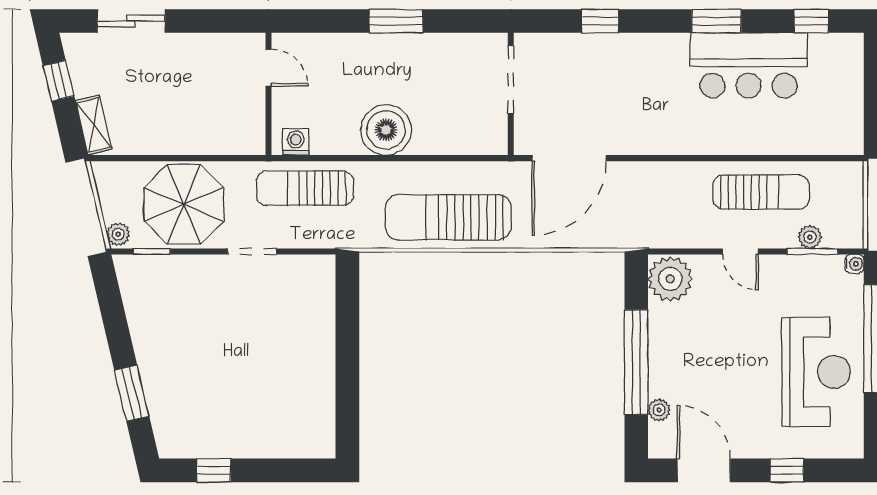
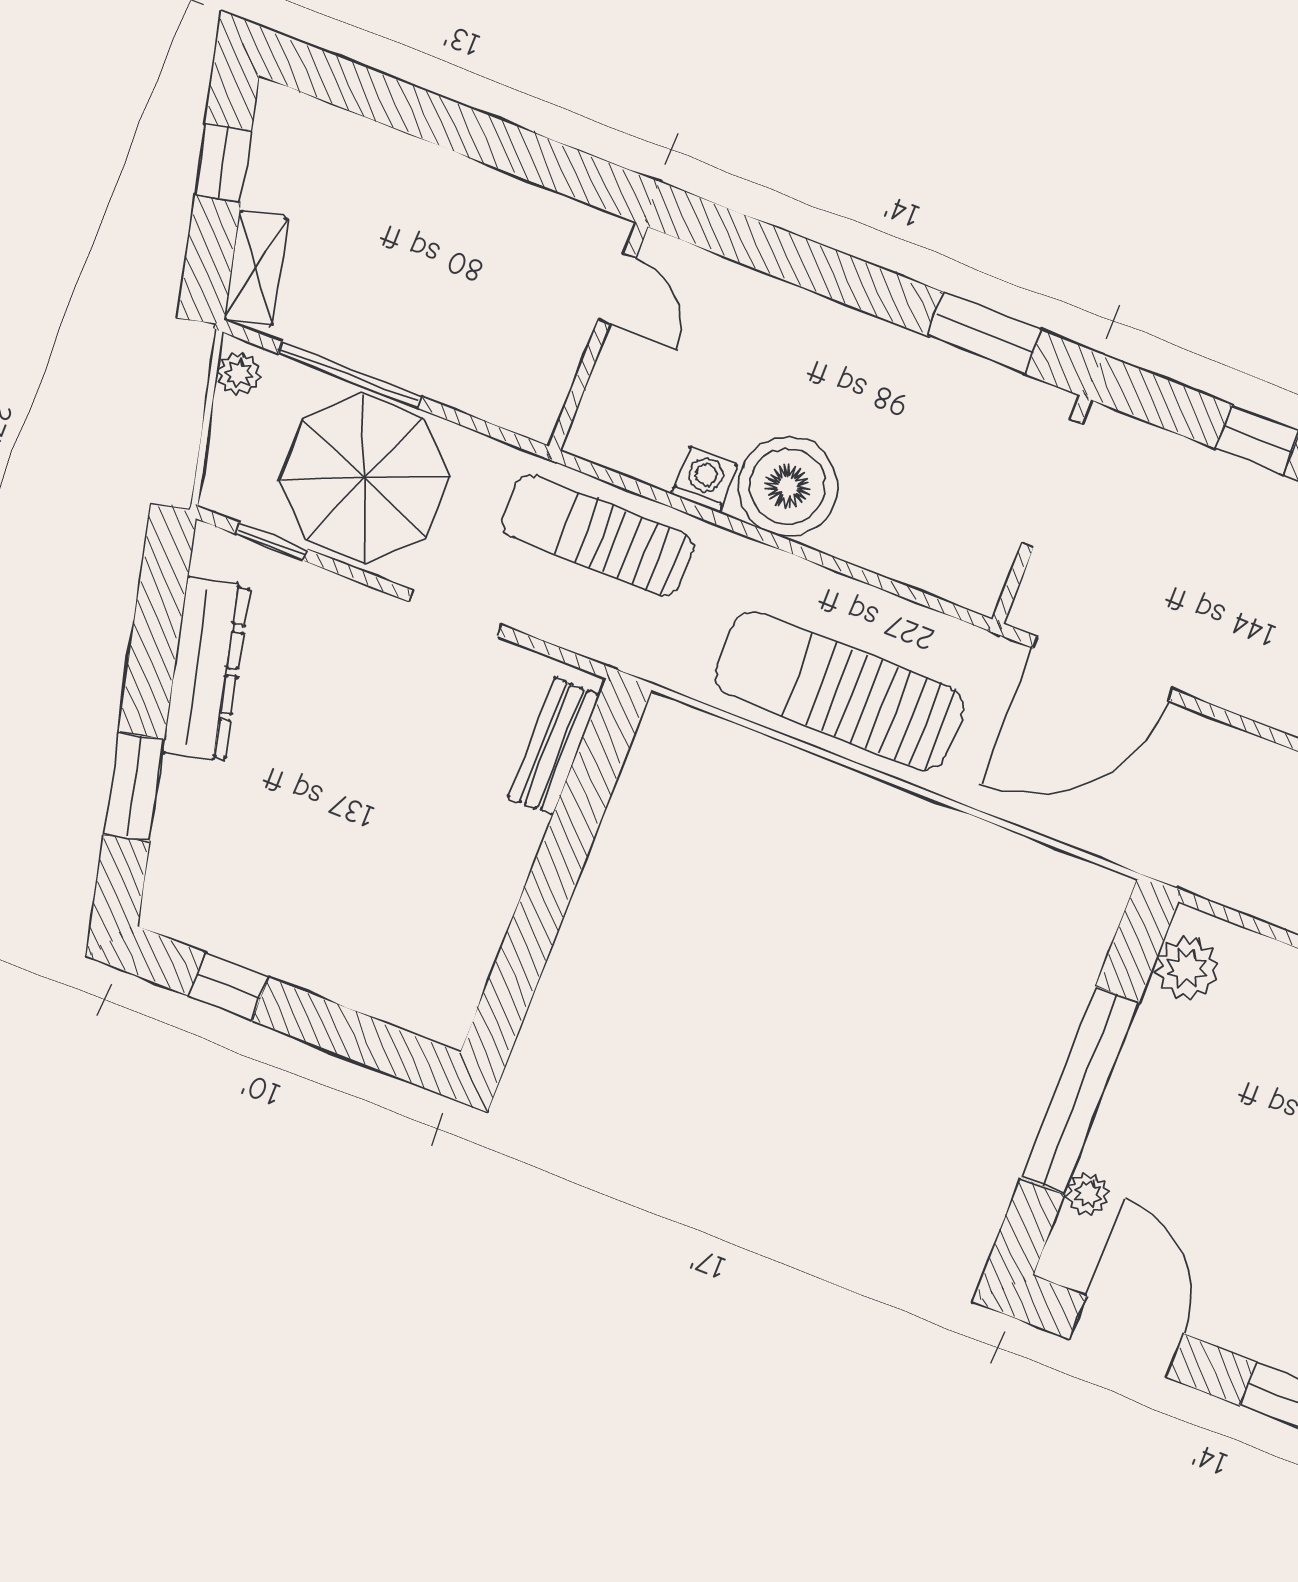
sliding door: (131, 21) -> (399, 105), removed
window: (396, 21) -> (984, 333), moved
washing machine: (296, 142) -> (704, 480), moved
window: (158, 158) -> (350, 375), added
plant: (118, 234) -> (239, 374), moved
plant: (670, 279) -> (1187, 968), width x0.73, depth x0.73
bench: (323, 296) -> (554, 746), added
dresser: (144, 324) -> (206, 669), added

